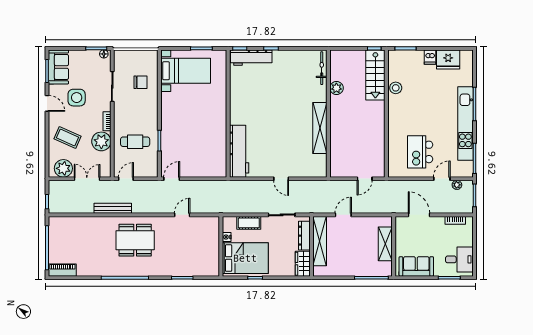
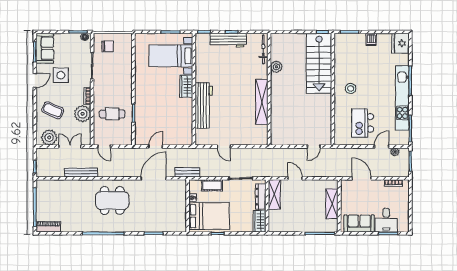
workbench: (251, 58) -> (228, 40), moved
fridge: (448, 59) -> (400, 43), moved, turned 90
bicycle: (322, 68) -> (263, 49), moved
bed with nightstands: (186, 71) -> (171, 56), moved, turned 180
stairs: (375, 75) -> (319, 63), width x1.36, depth x1.51
chair: (140, 82) -> (108, 47), moved
plant: (336, 88) -> (276, 67), moved
stool: (396, 88) -> (351, 88), moved
door: (47, 103) -> (35, 80), hinge flipped
wardrobe: (219, 110) -> (186, 86), added
wall: (328, 114) -> (269, 89), moved
shelving: (320, 128) -> (262, 102), moved
workbench: (239, 151) -> (204, 105), moved
door: (126, 179) -> (104, 146), swing flipped
door: (172, 179) -> (156, 146), moved
door: (281, 179) -> (224, 146), moved
bench: (113, 208) -> (81, 172), moved
bench: (221, 208) -> (187, 172), added
door: (182, 215) -> (154, 178), width x1.88
door: (343, 215) -> (295, 178), hinge flipped
shelving: (320, 241) -> (274, 194), width x0.68
desk: (459, 259) -> (386, 220), moved, turned 90

